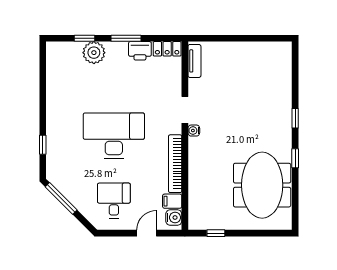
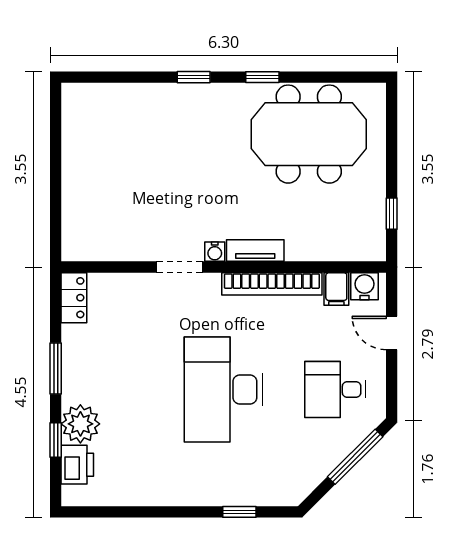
printer: (140, 51) -> (77, 465), moved
tv unit: (194, 61) -> (255, 251), moved
window: (61, 198) -> (355, 457), moved

